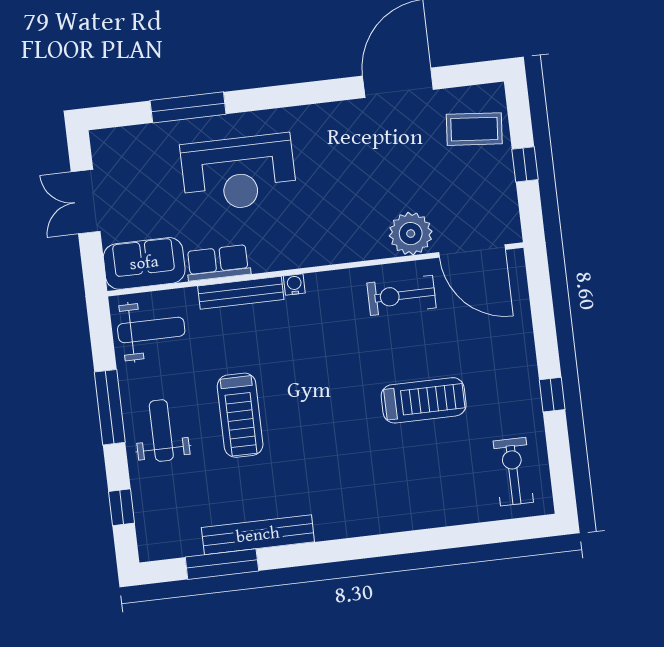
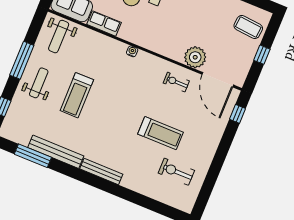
bench: (241, 293) -> (101, 171), moved
exercise bike: (402, 295) -> (176, 82), width x0.73, depth x0.72
weight bench: (151, 330) -> (59, 37), turned 90
window: (552, 395) -> (238, 114), moved
exercise bike: (513, 472) -> (176, 172), moved, turned -90

